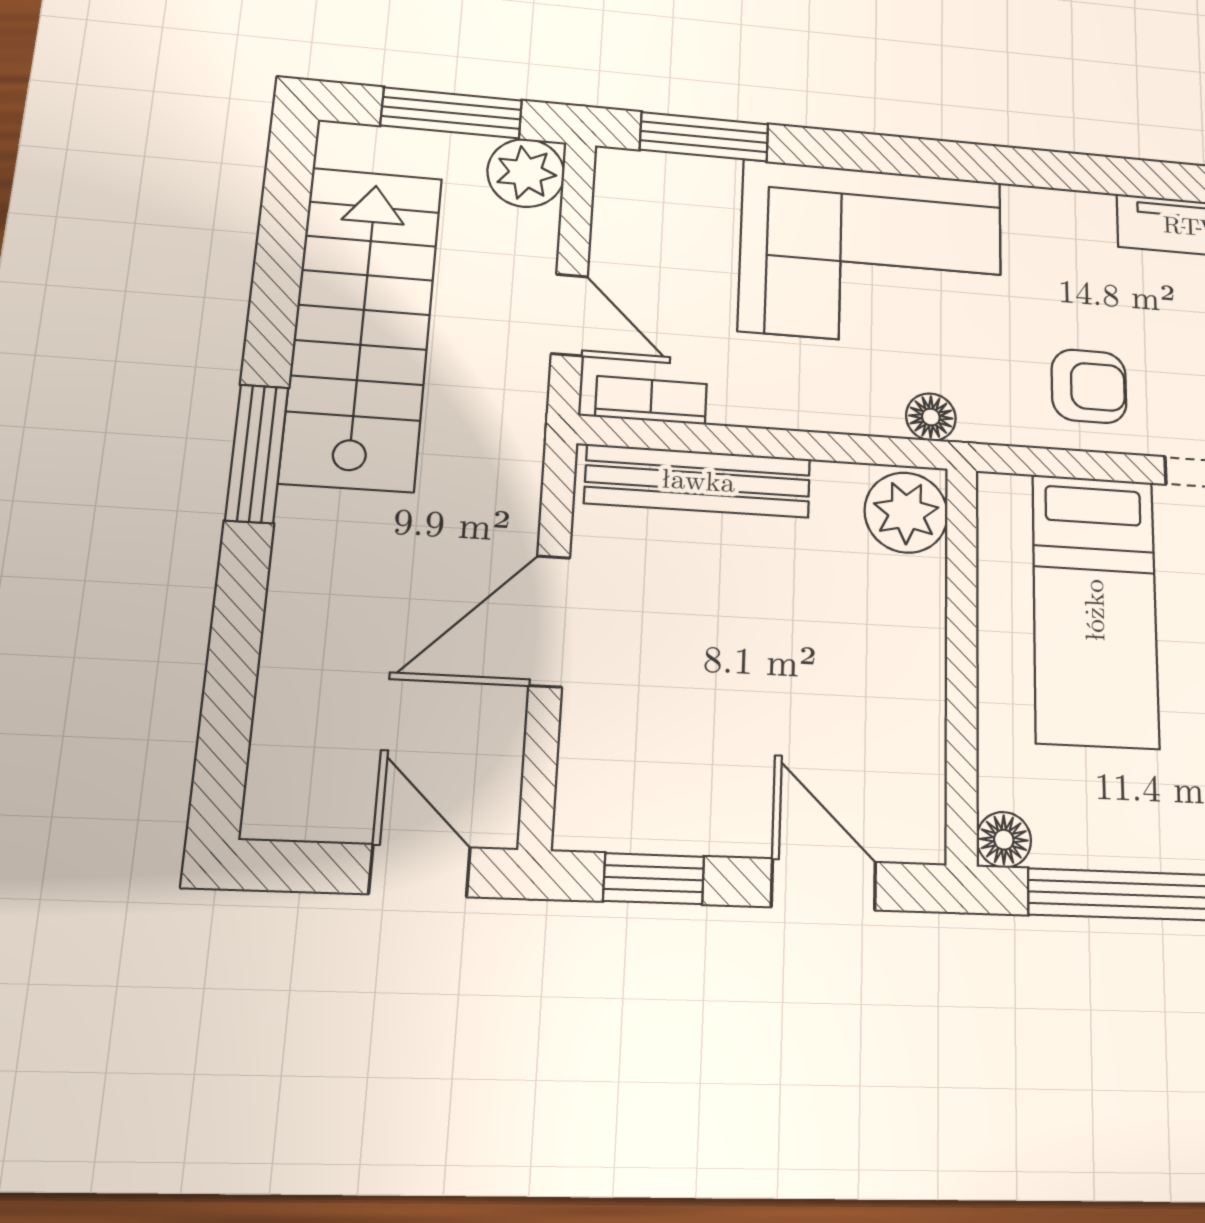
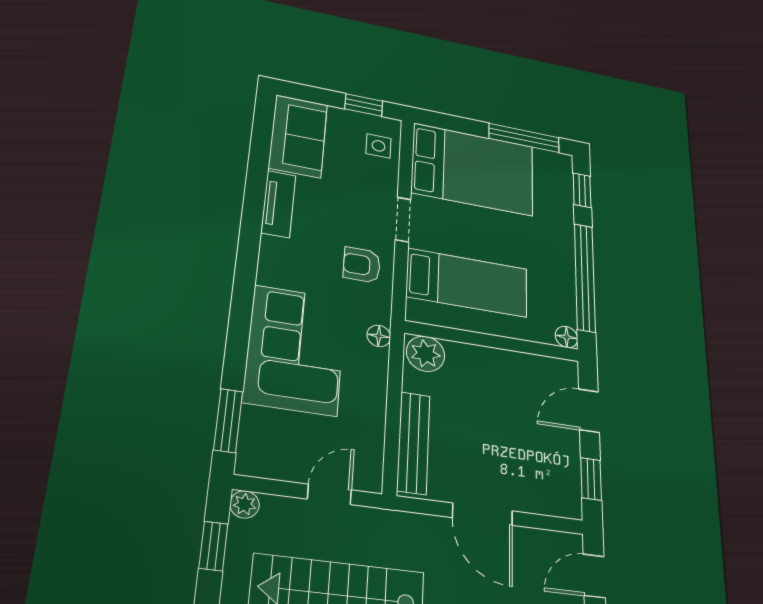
window: (452, 113) -> (213, 546), width x0.67
plant: (526, 173) -> (245, 504), width x0.73, depth x0.73
armchair: (1089, 386) -> (362, 265), turned -90
bookcase: (651, 400) -> (374, 460), removed

